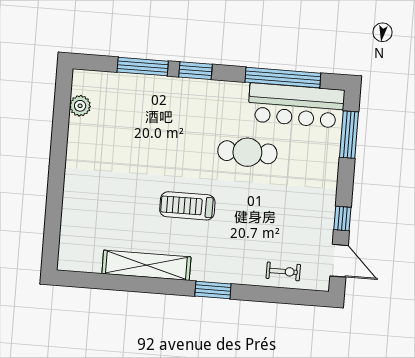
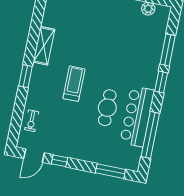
bar counter: (296, 106) -> (137, 116), moved
treadmill: (187, 206) -> (74, 84), moved
shelving: (146, 265) -> (44, 46), width x0.68

